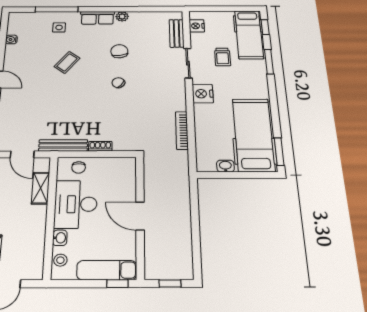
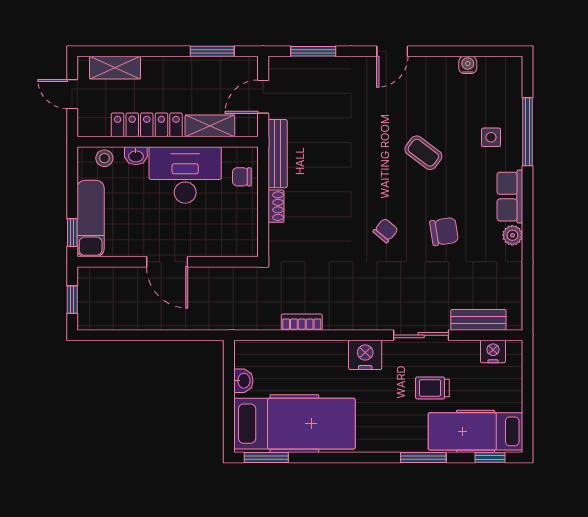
bookcase: (182, 130) -> (302, 322), width x0.64
door: (140, 216) -> (167, 262), swing flipped
locker: (37, 230) -> (147, 125), added

